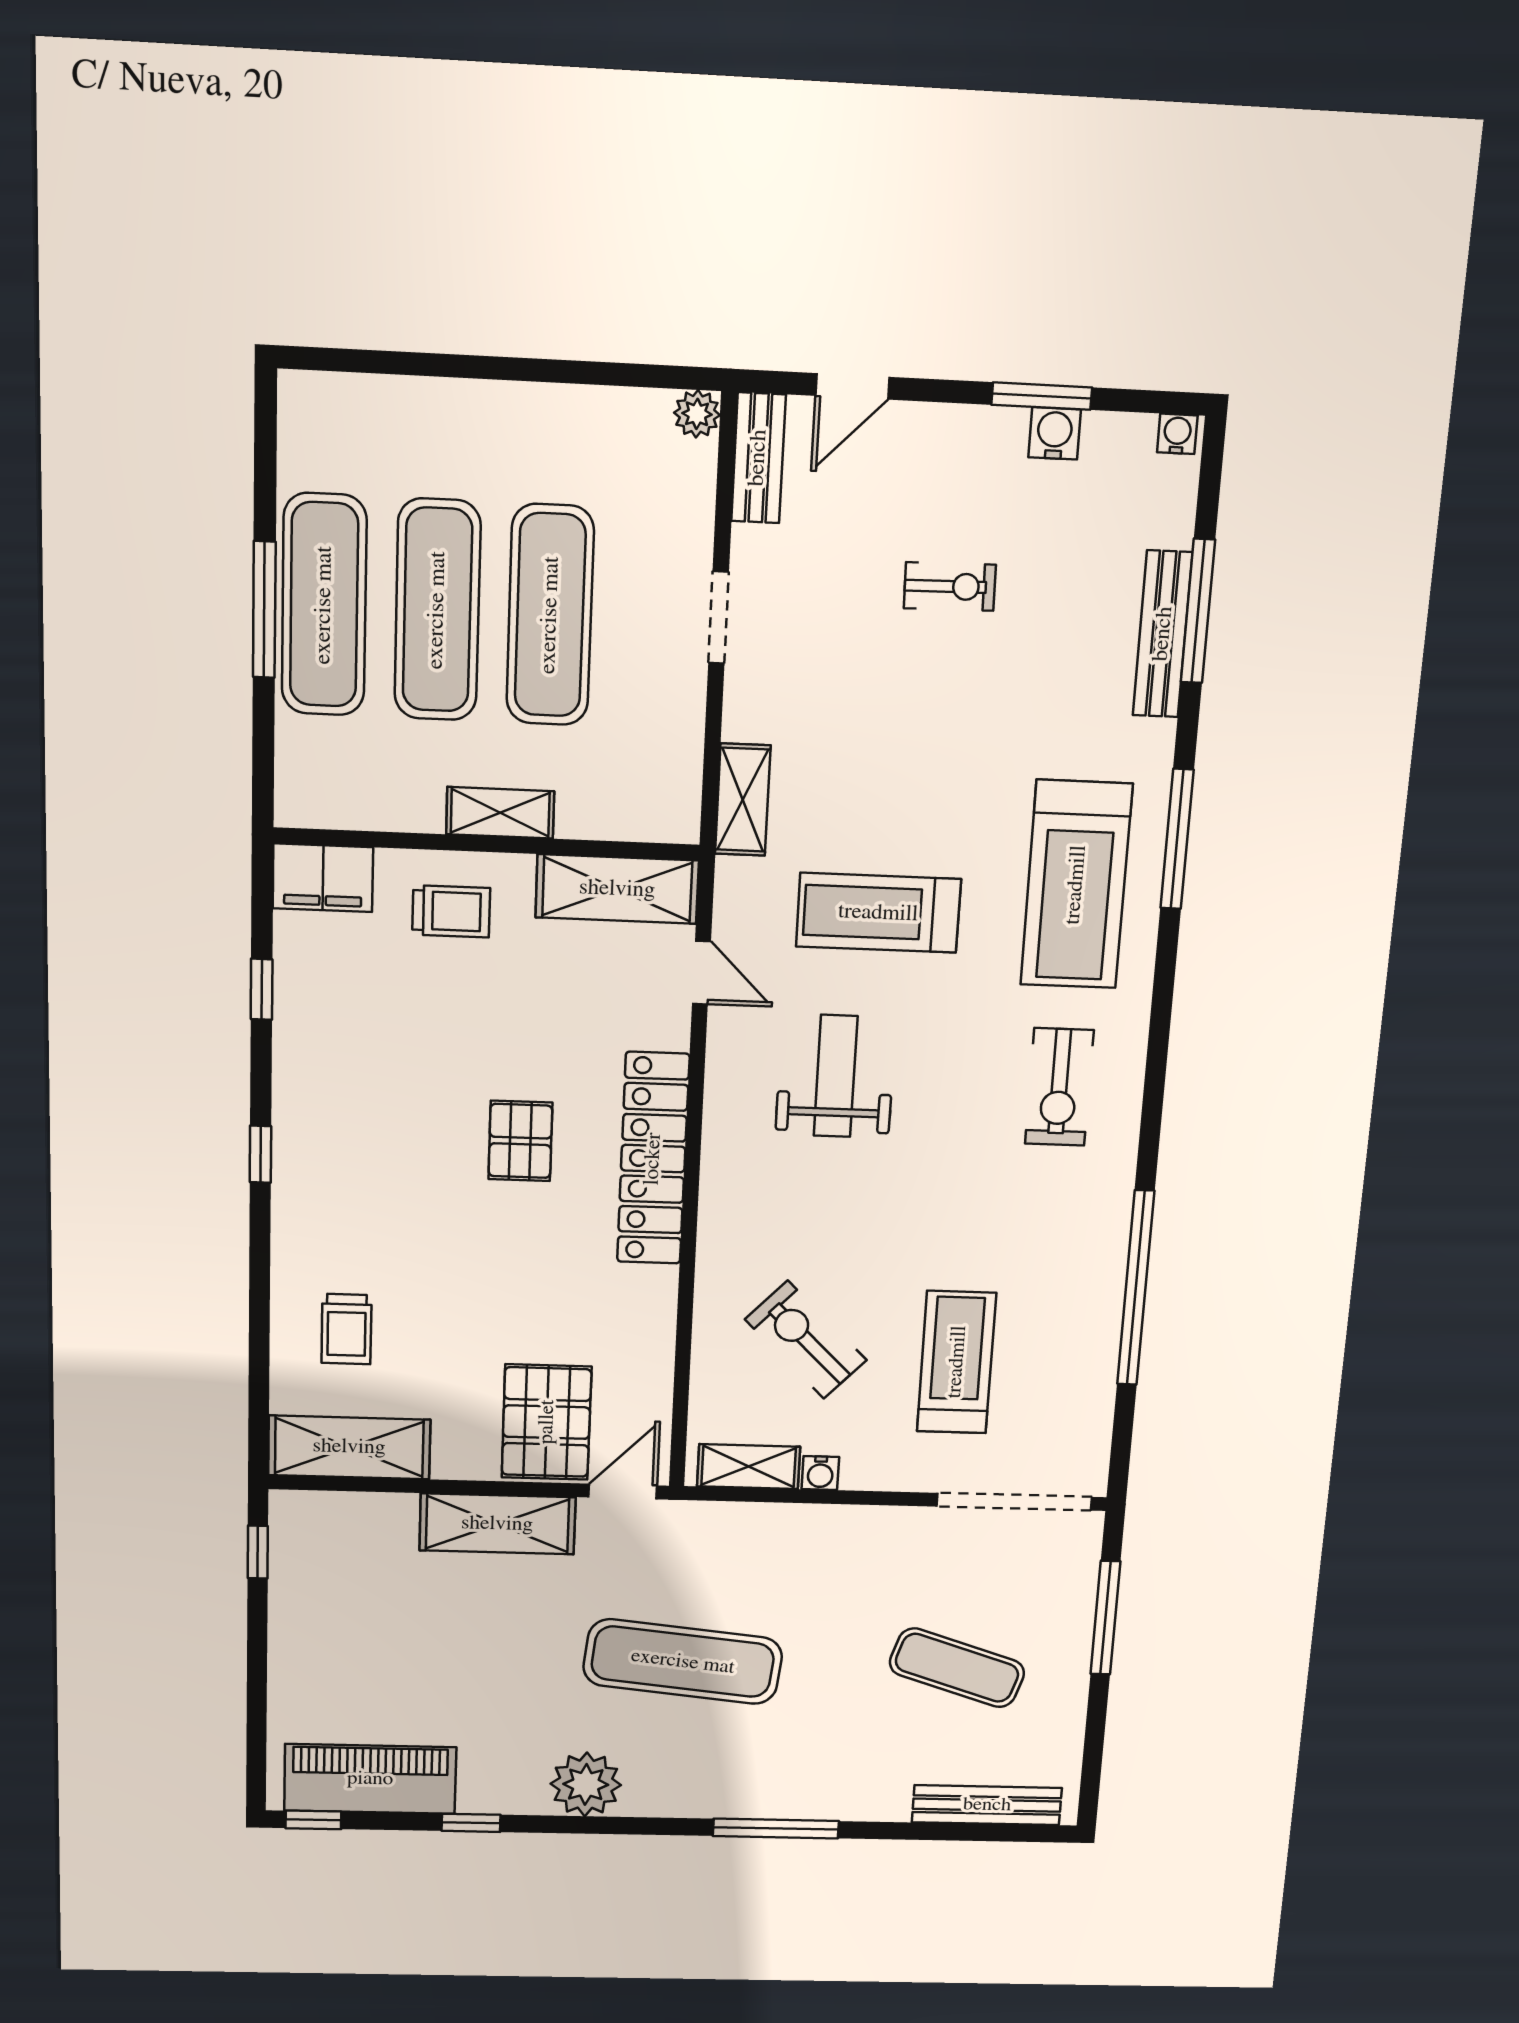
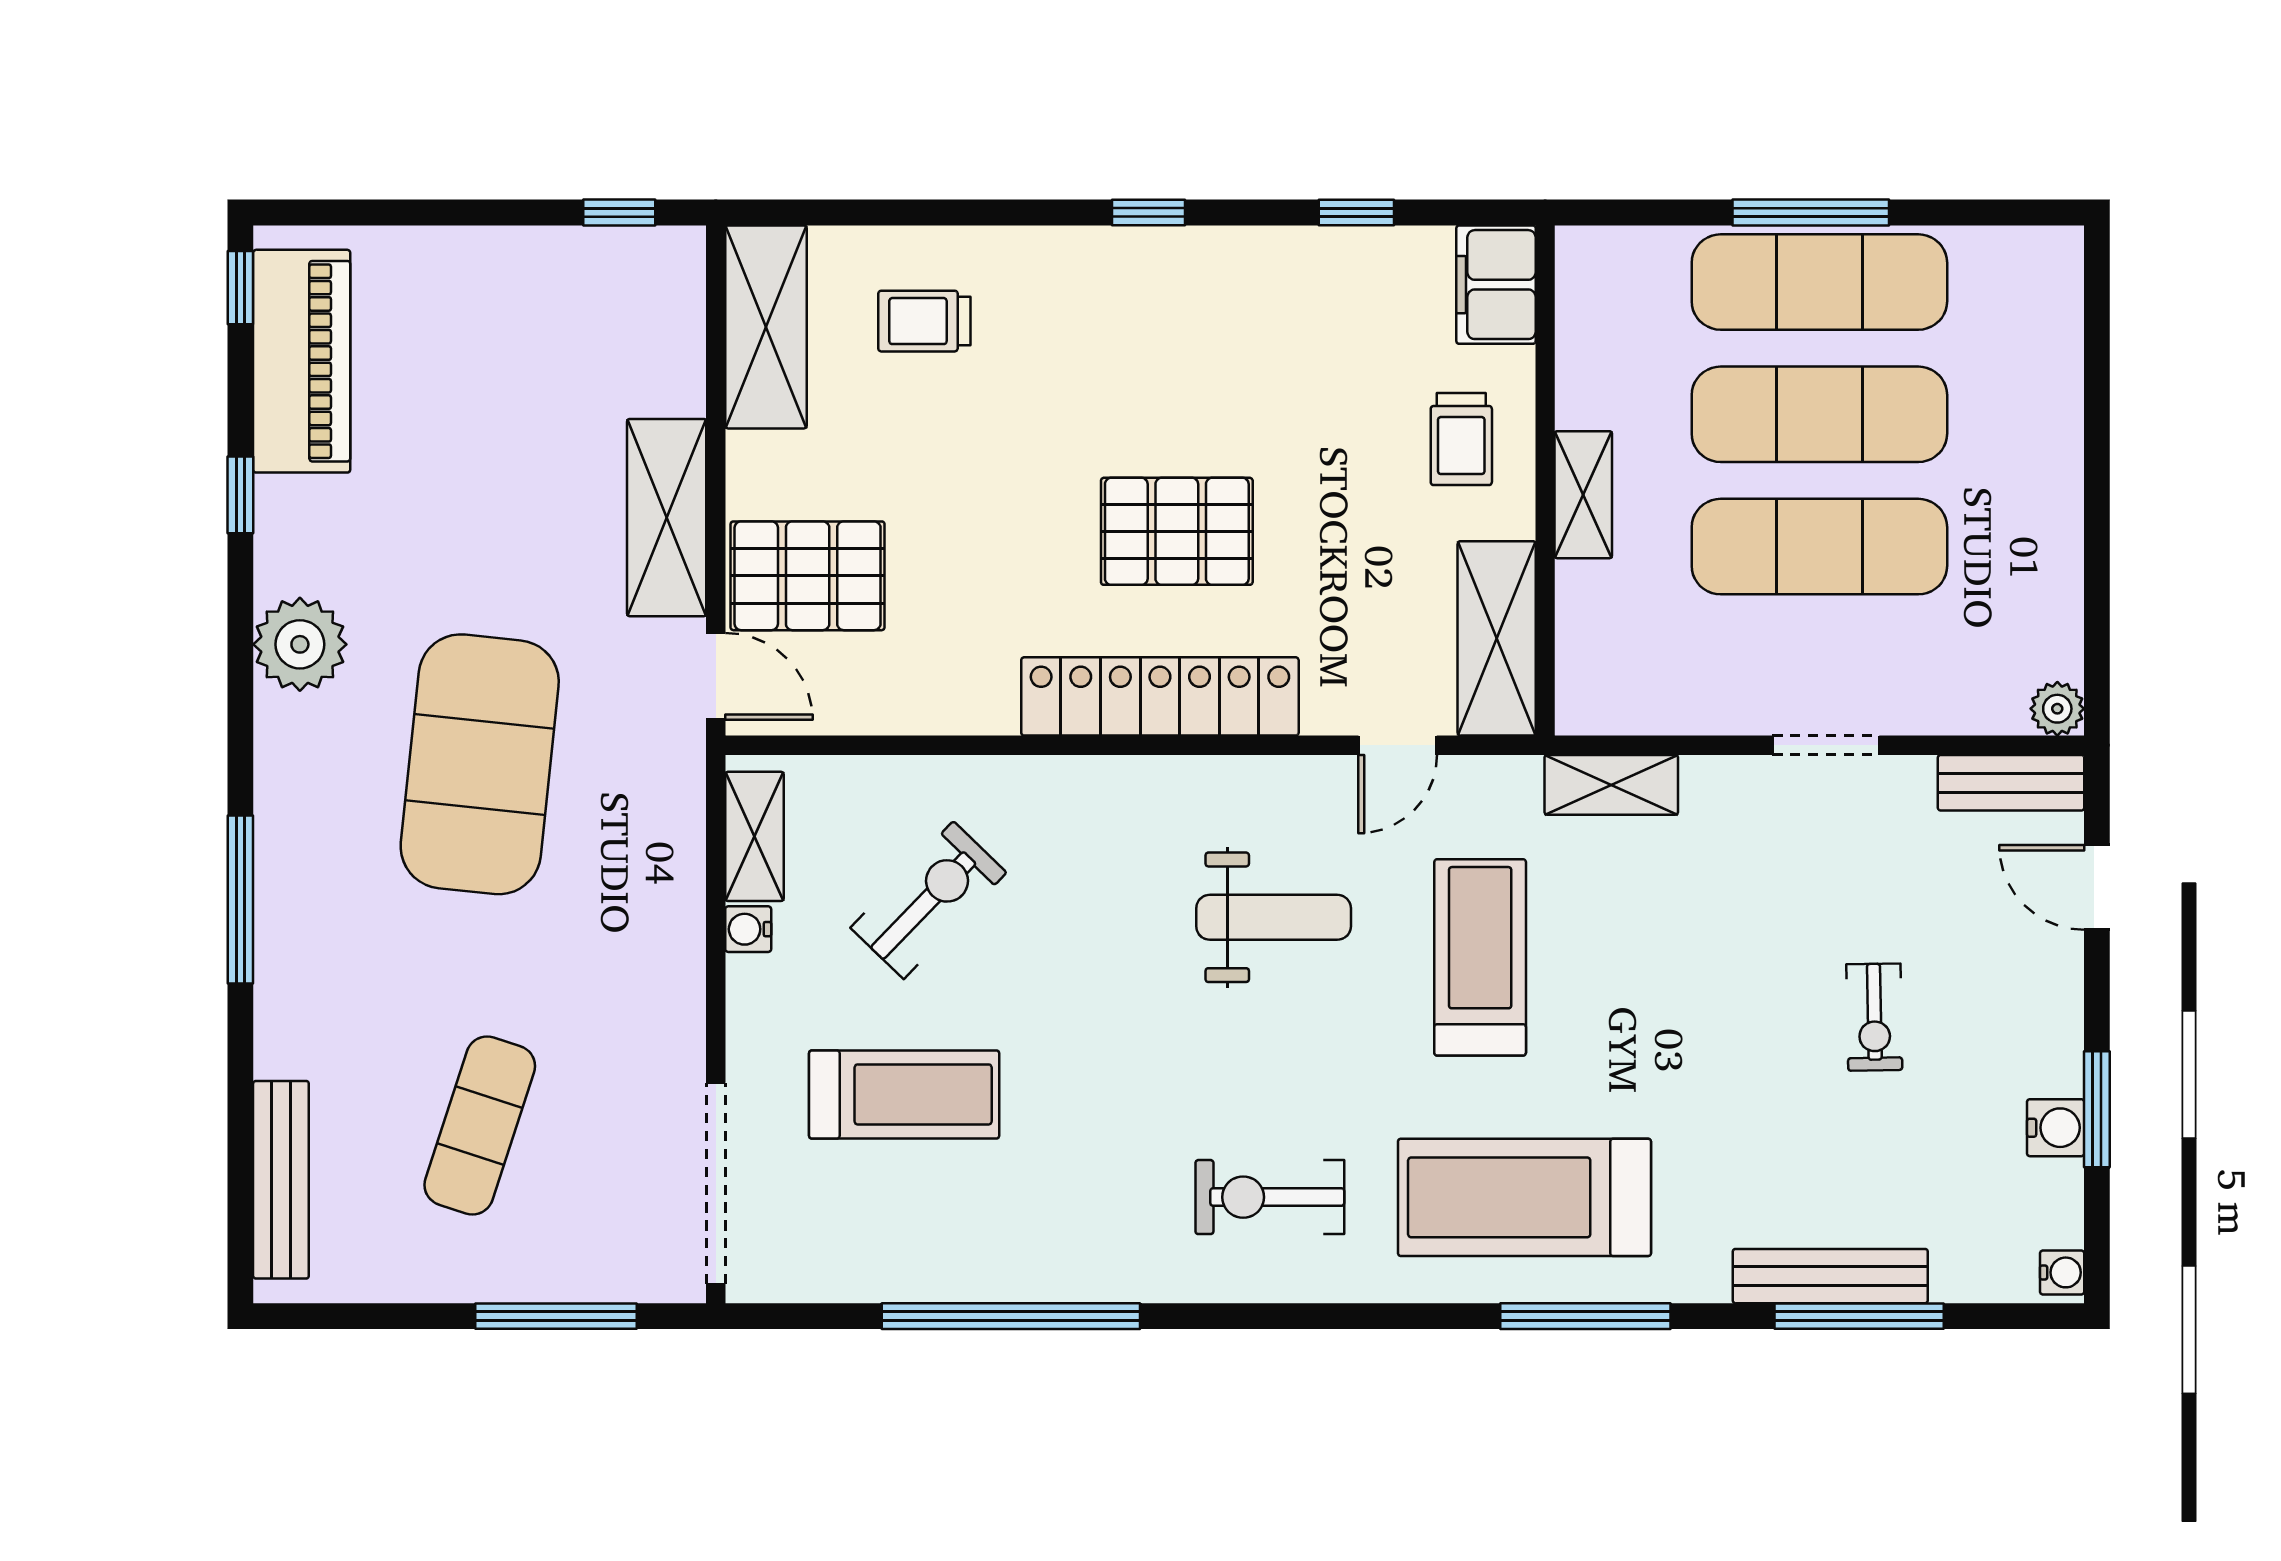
pallet: (520, 1141) -> (1177, 531), width x1.50, depth x1.42
exercise mat: (683, 1662) -> (480, 764), width x1.47

